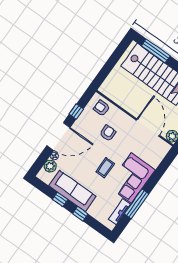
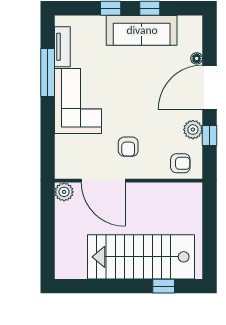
window: (156, 51) -> (164, 286), width x0.46
armchair: (108, 133) -> (128, 147), moved
plant: (50, 166) -> (193, 130), moved
coffee table: (105, 168) -> (121, 90), removed

